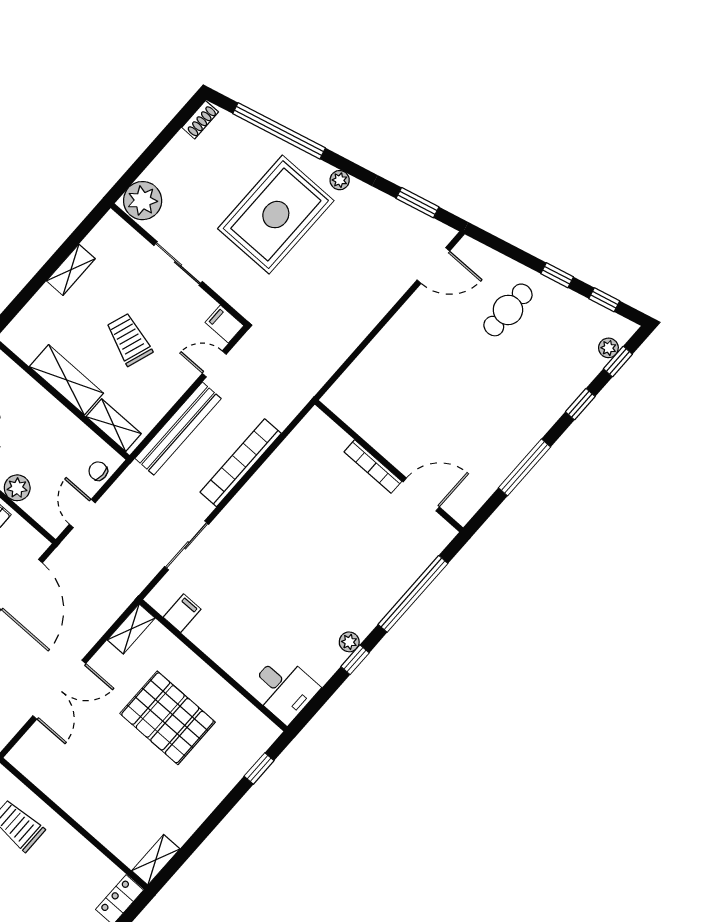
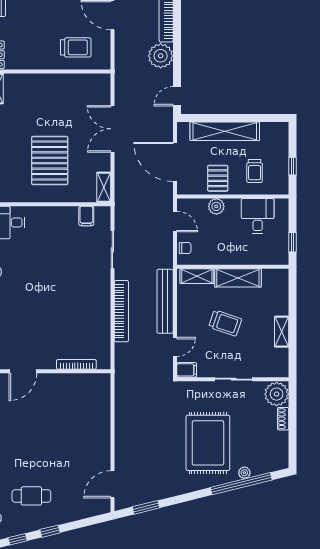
shoe rack: (200, 120) -> (283, 419), moved
plant: (340, 180) -> (244, 473), moved
cafe table: (508, 310) -> (31, 496), moved, turned 90
bookcase: (373, 467) -> (76, 364), moved
pallet: (168, 718) -> (50, 160), turned 90

